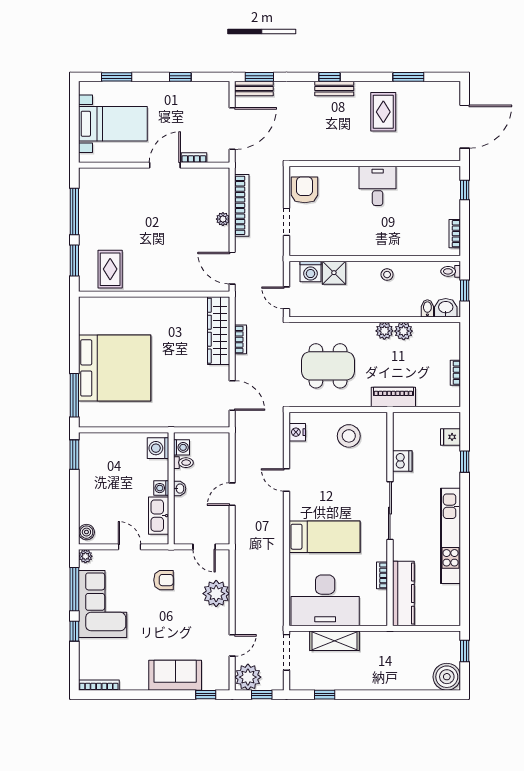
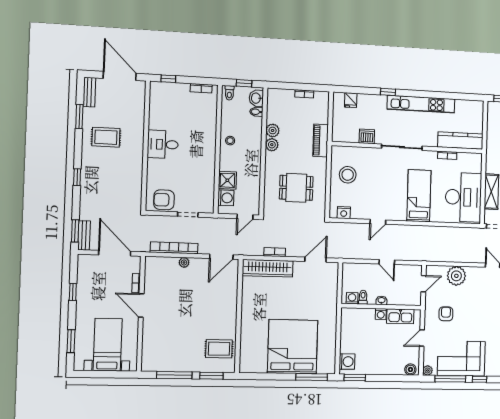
bench: (334, 89) -> (89, 92), moved
dining table: (328, 366) -> (296, 188), width x0.73
washing machine: (158, 448) -> (347, 362), moved, turned -90
window: (465, 462) -> (388, 92), moved

